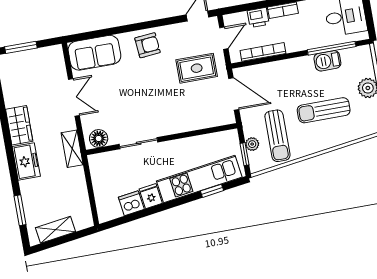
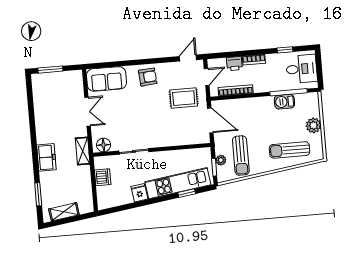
sun lounger: (324, 110) -> (290, 150), moved
wardrobe: (19, 125) -> (44, 129), removed
dishwasher: (131, 203) -> (103, 177), moved, turned 98

